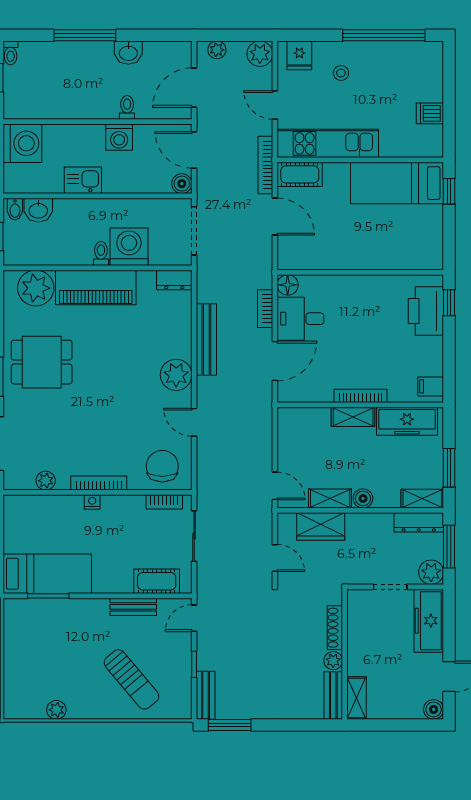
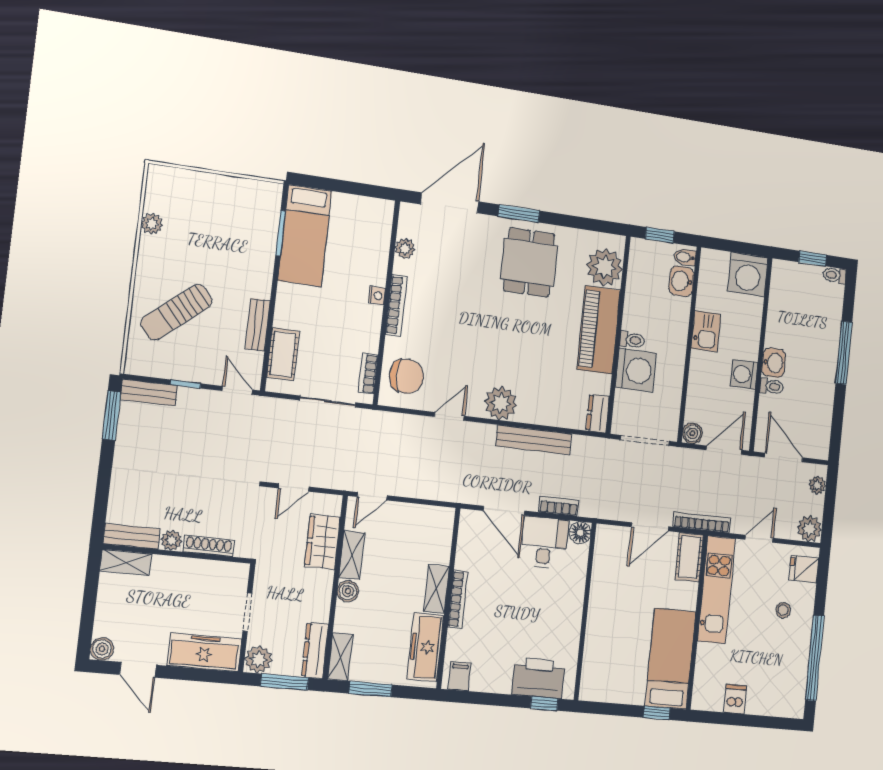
washbasin: (128, 53) -> (774, 363), moved, turned 180

